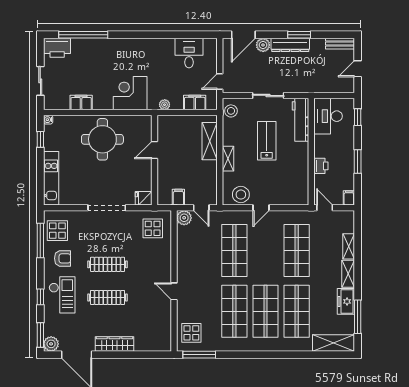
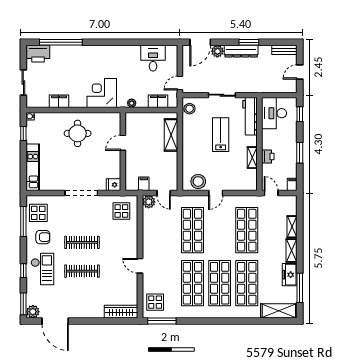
round table: (102, 139) -> (78, 133), width x0.73, depth x0.73
shelving: (228, 159) -> (252, 158), moved
wardrobe: (115, 344) -> (121, 312), moved

